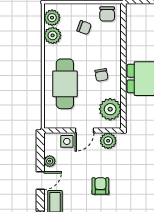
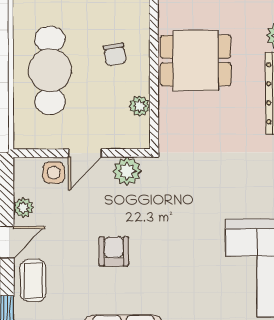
plant: (110, 109) -> (140, 106), width x0.53, depth x0.53

